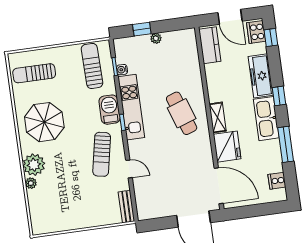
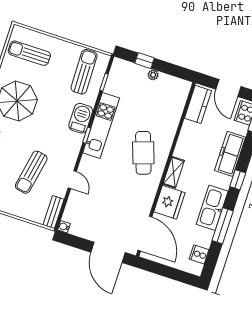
water cooler: (122, 70) -> (64, 227), moved
kitchen sink: (266, 119) -> (212, 208), moved
sun lounger: (102, 154) -> (31, 172), moved

